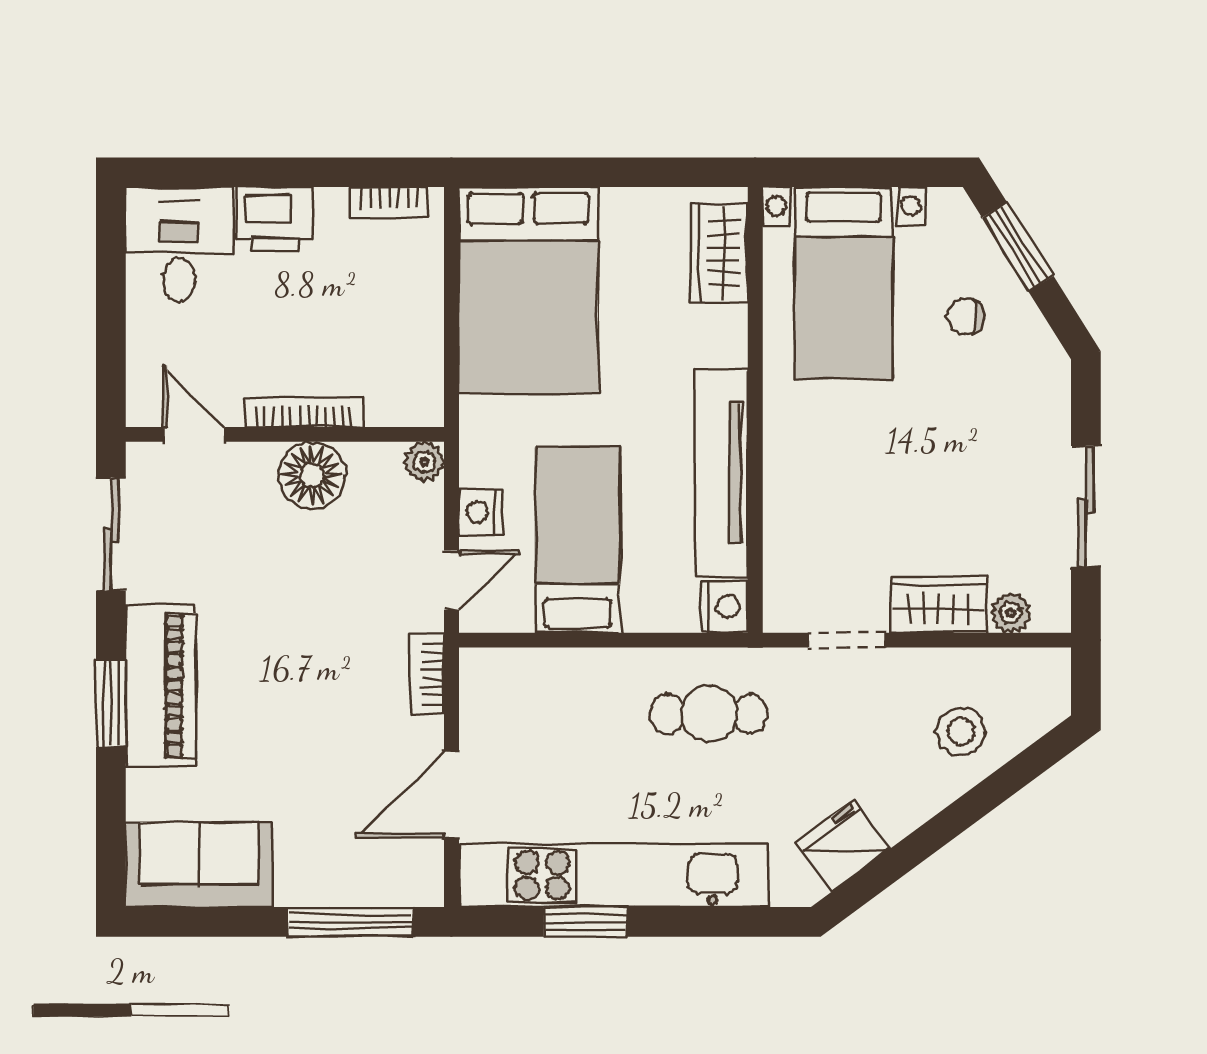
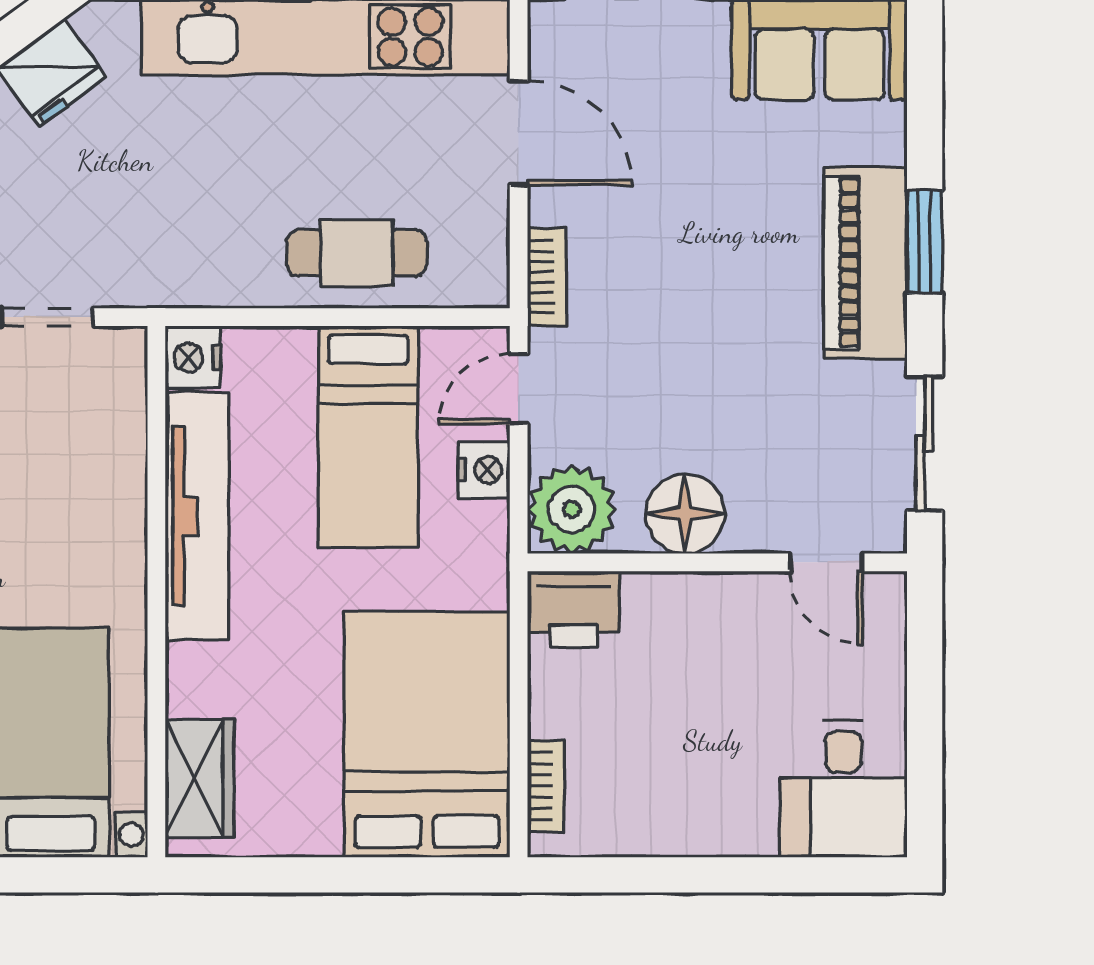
bookcase: (389, 202) -> (546, 786), moved, turned 90
printer: (275, 219) -> (574, 609), moved, turned 180
bookcase: (304, 412) -> (694, 589), removed
plant: (424, 462) -> (572, 509), width x1.88, depth x1.88
cafe table: (709, 714) -> (357, 253), moved
door: (451, 795) -> (519, 133), hinge flipped

